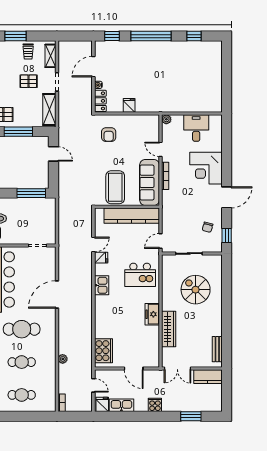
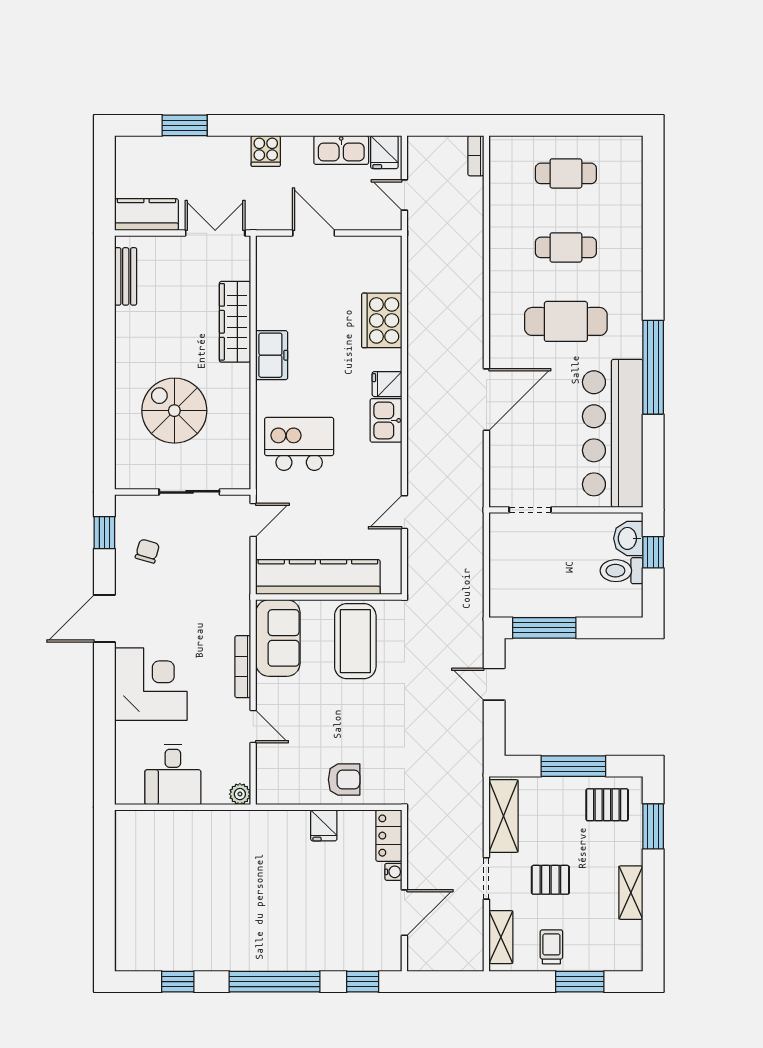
armchair: (109, 135) -> (344, 780), moved, turned 90
door: (54, 154) -> (494, 684), moved
sofa: (150, 183) -> (278, 638), width x0.73
fridge: (101, 258) -> (387, 384), moved
spiral stairs: (196, 290) -> (174, 411), turned 180
cooker: (103, 351) -> (382, 320), moved
plant: (63, 359) -> (473, 254), removed

